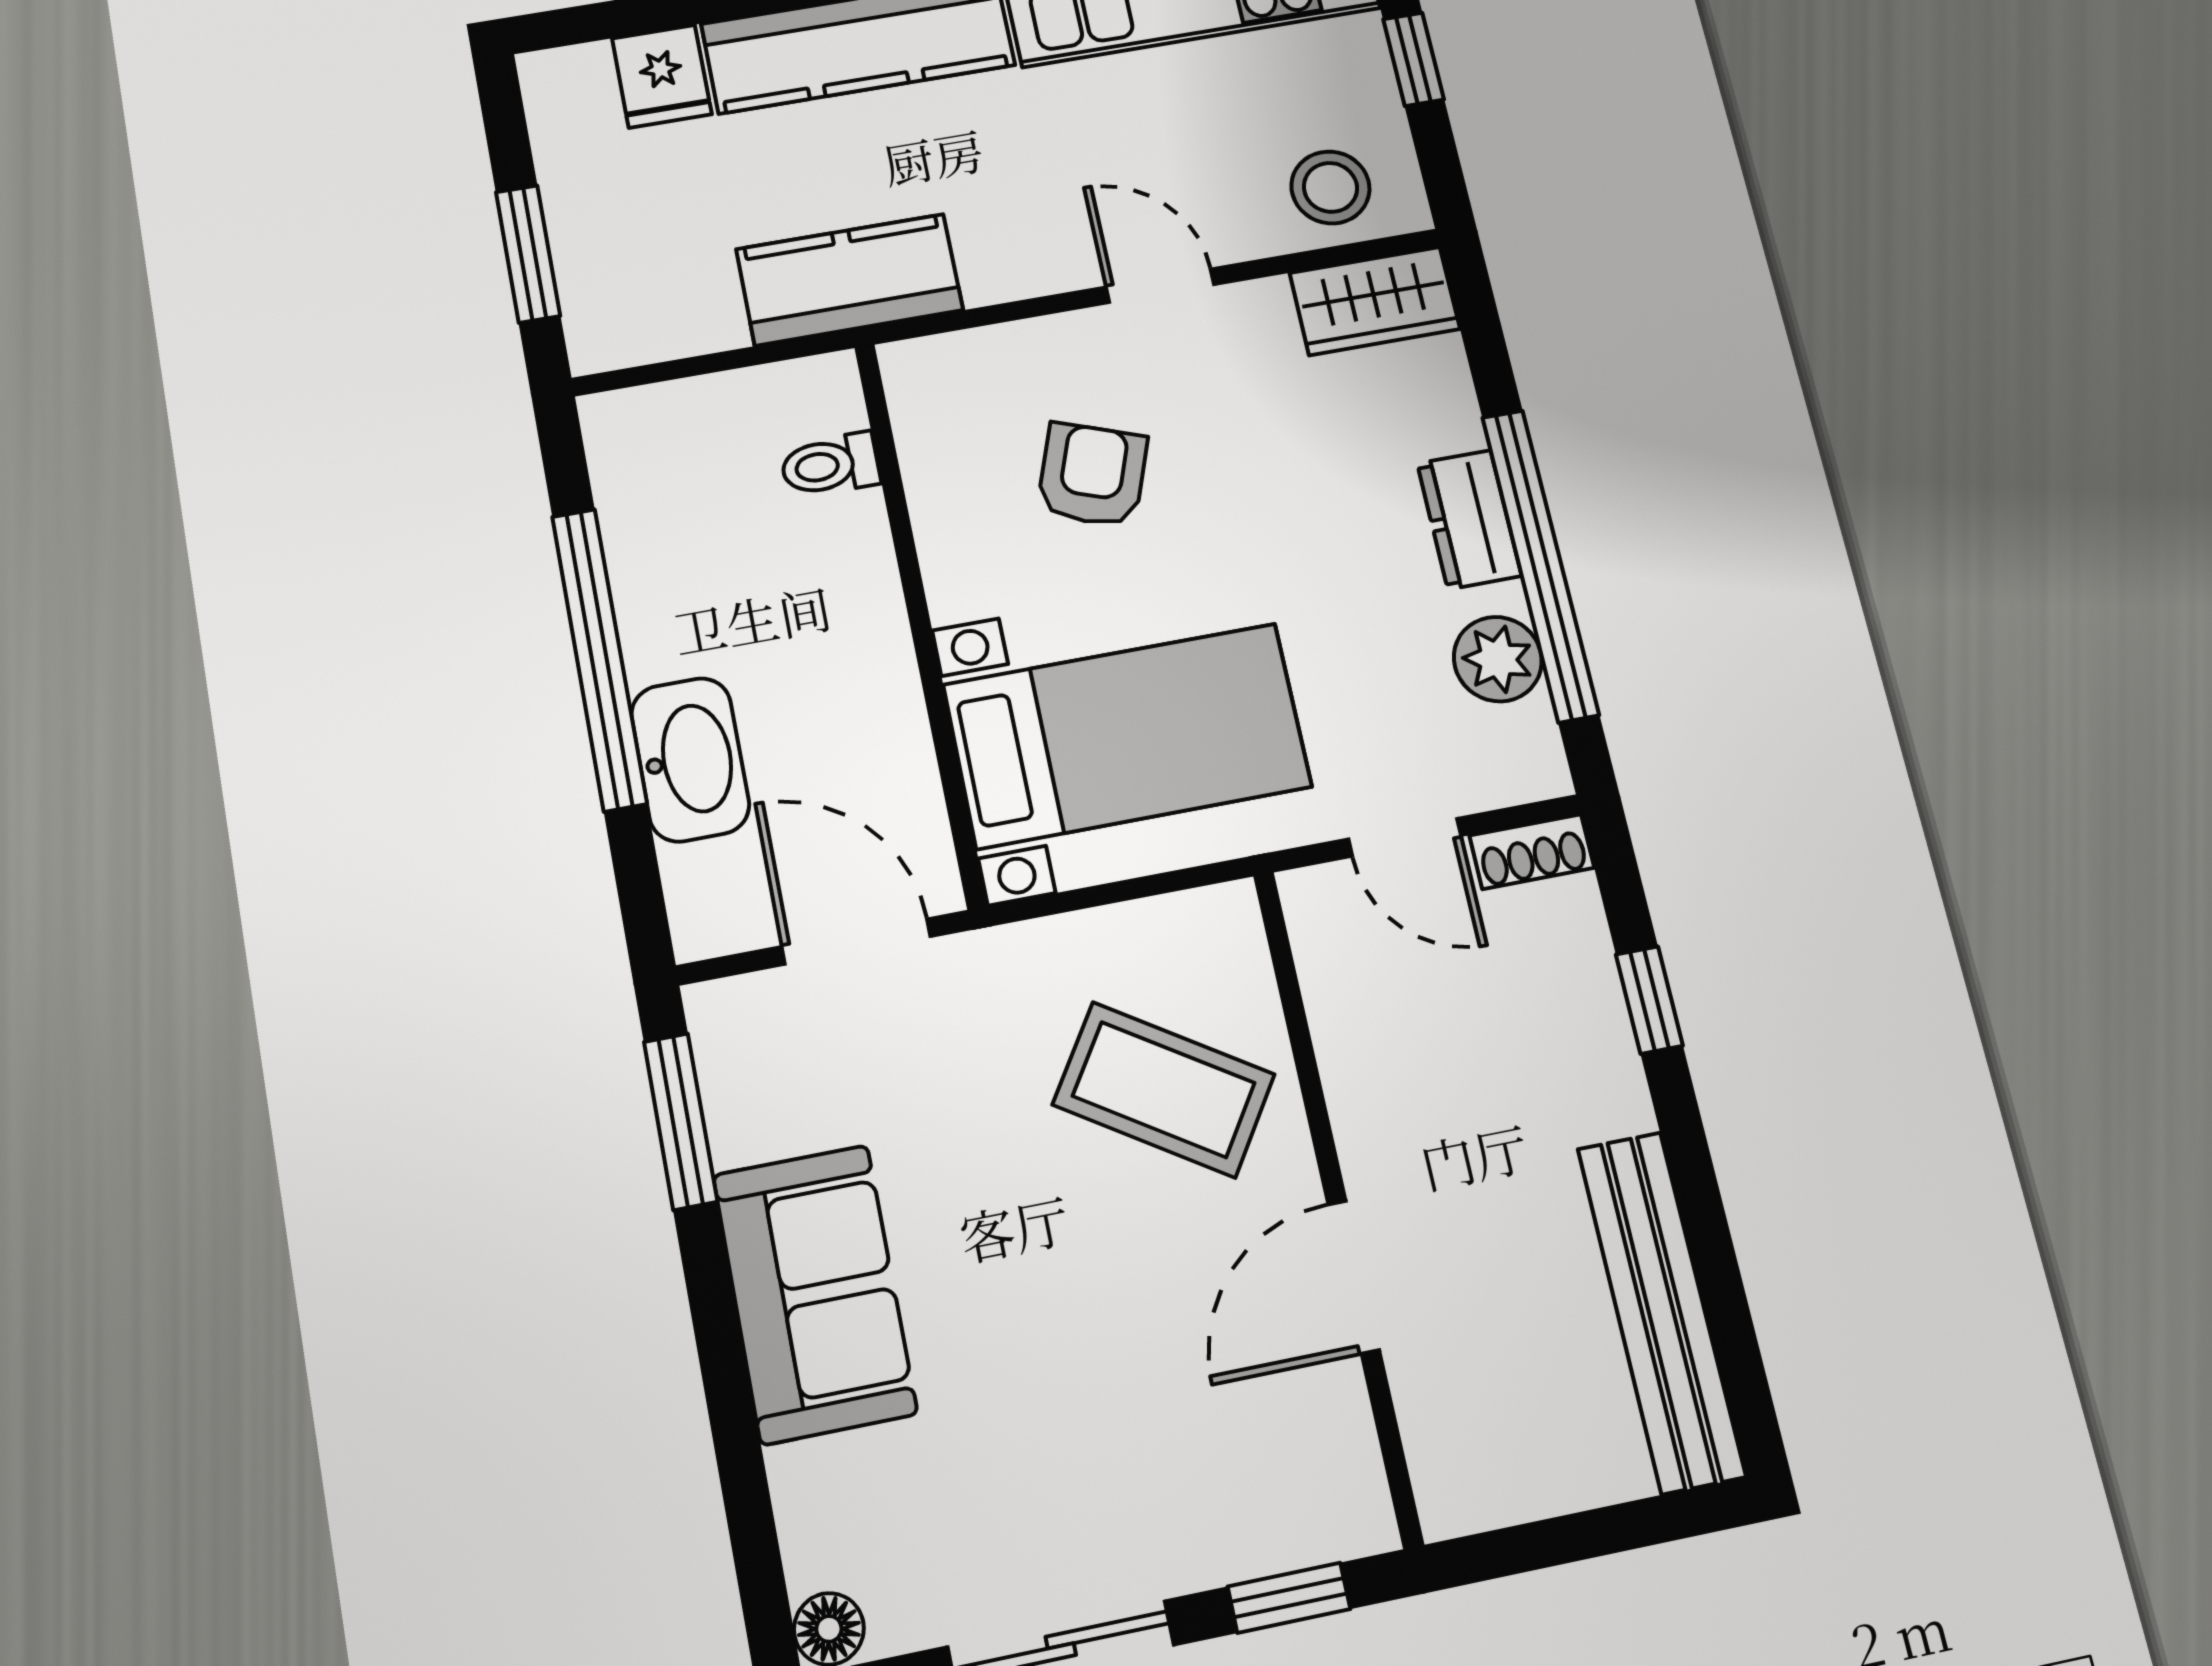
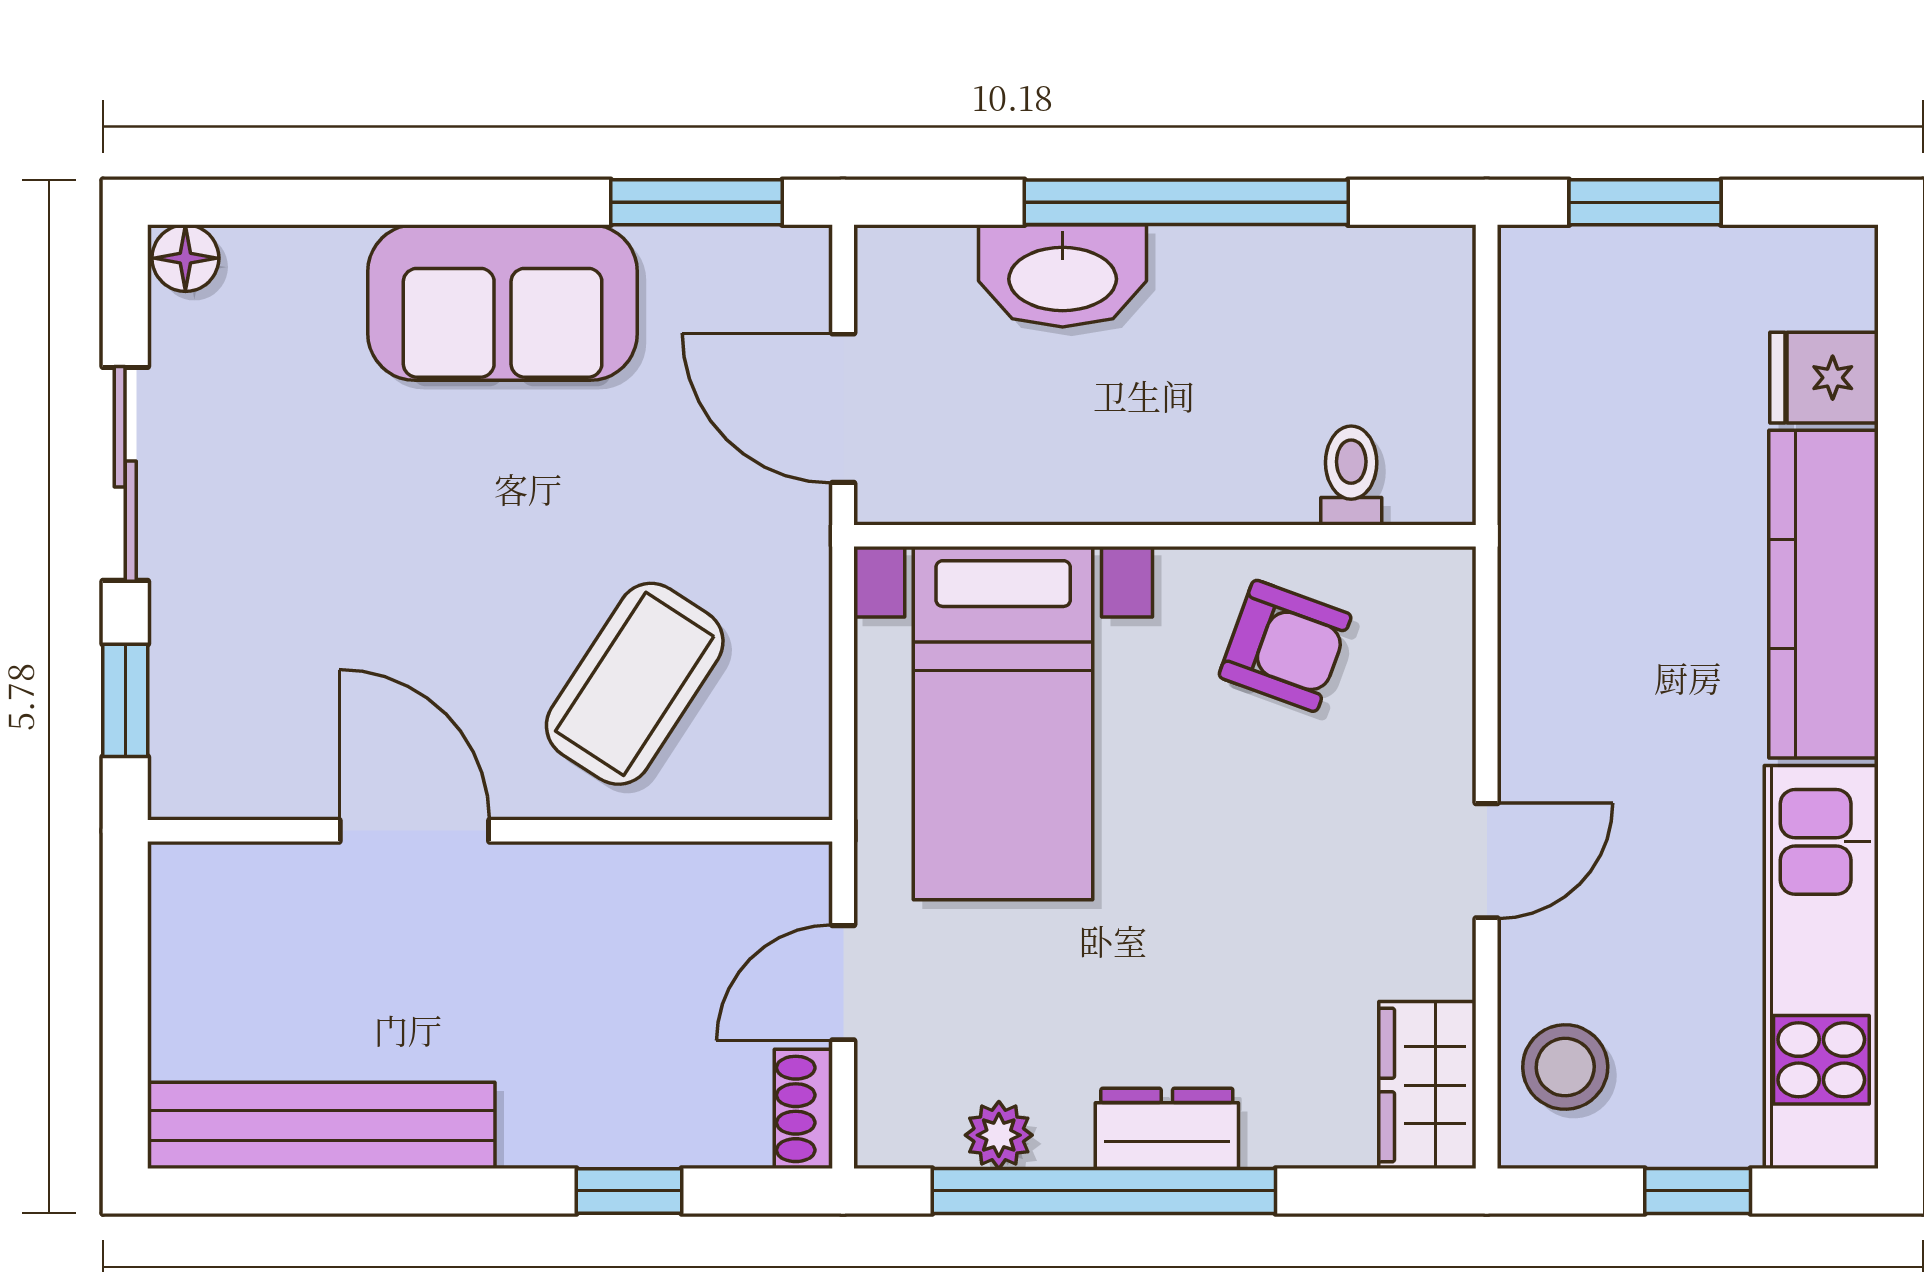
kitchen counter: (850, 280) -> (1554, 534), removed
armchair: (1092, 475) -> (1285, 646), moved
plant: (1498, 659) -> (999, 1135), width x0.73, depth x0.73
door: (856, 941) -> (843, 408), swing flipped

